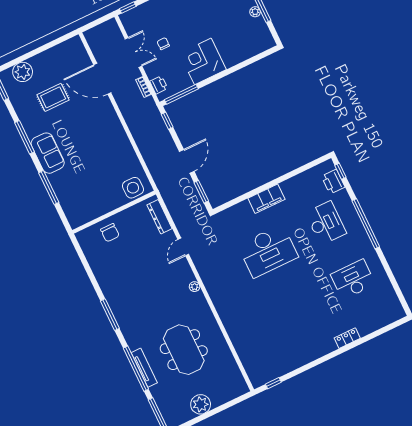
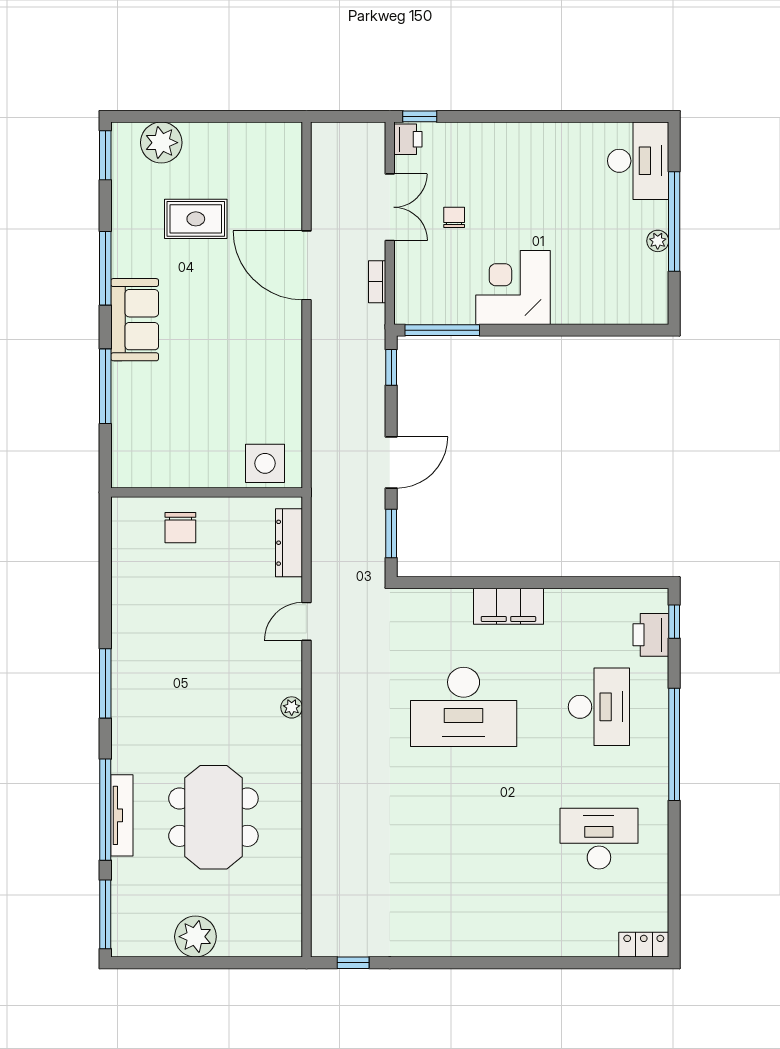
door: (102, 79) -> (306, 265), moved
printer: (159, 85) -> (408, 139), moved
locker: (347, 338) -> (644, 945), moved

